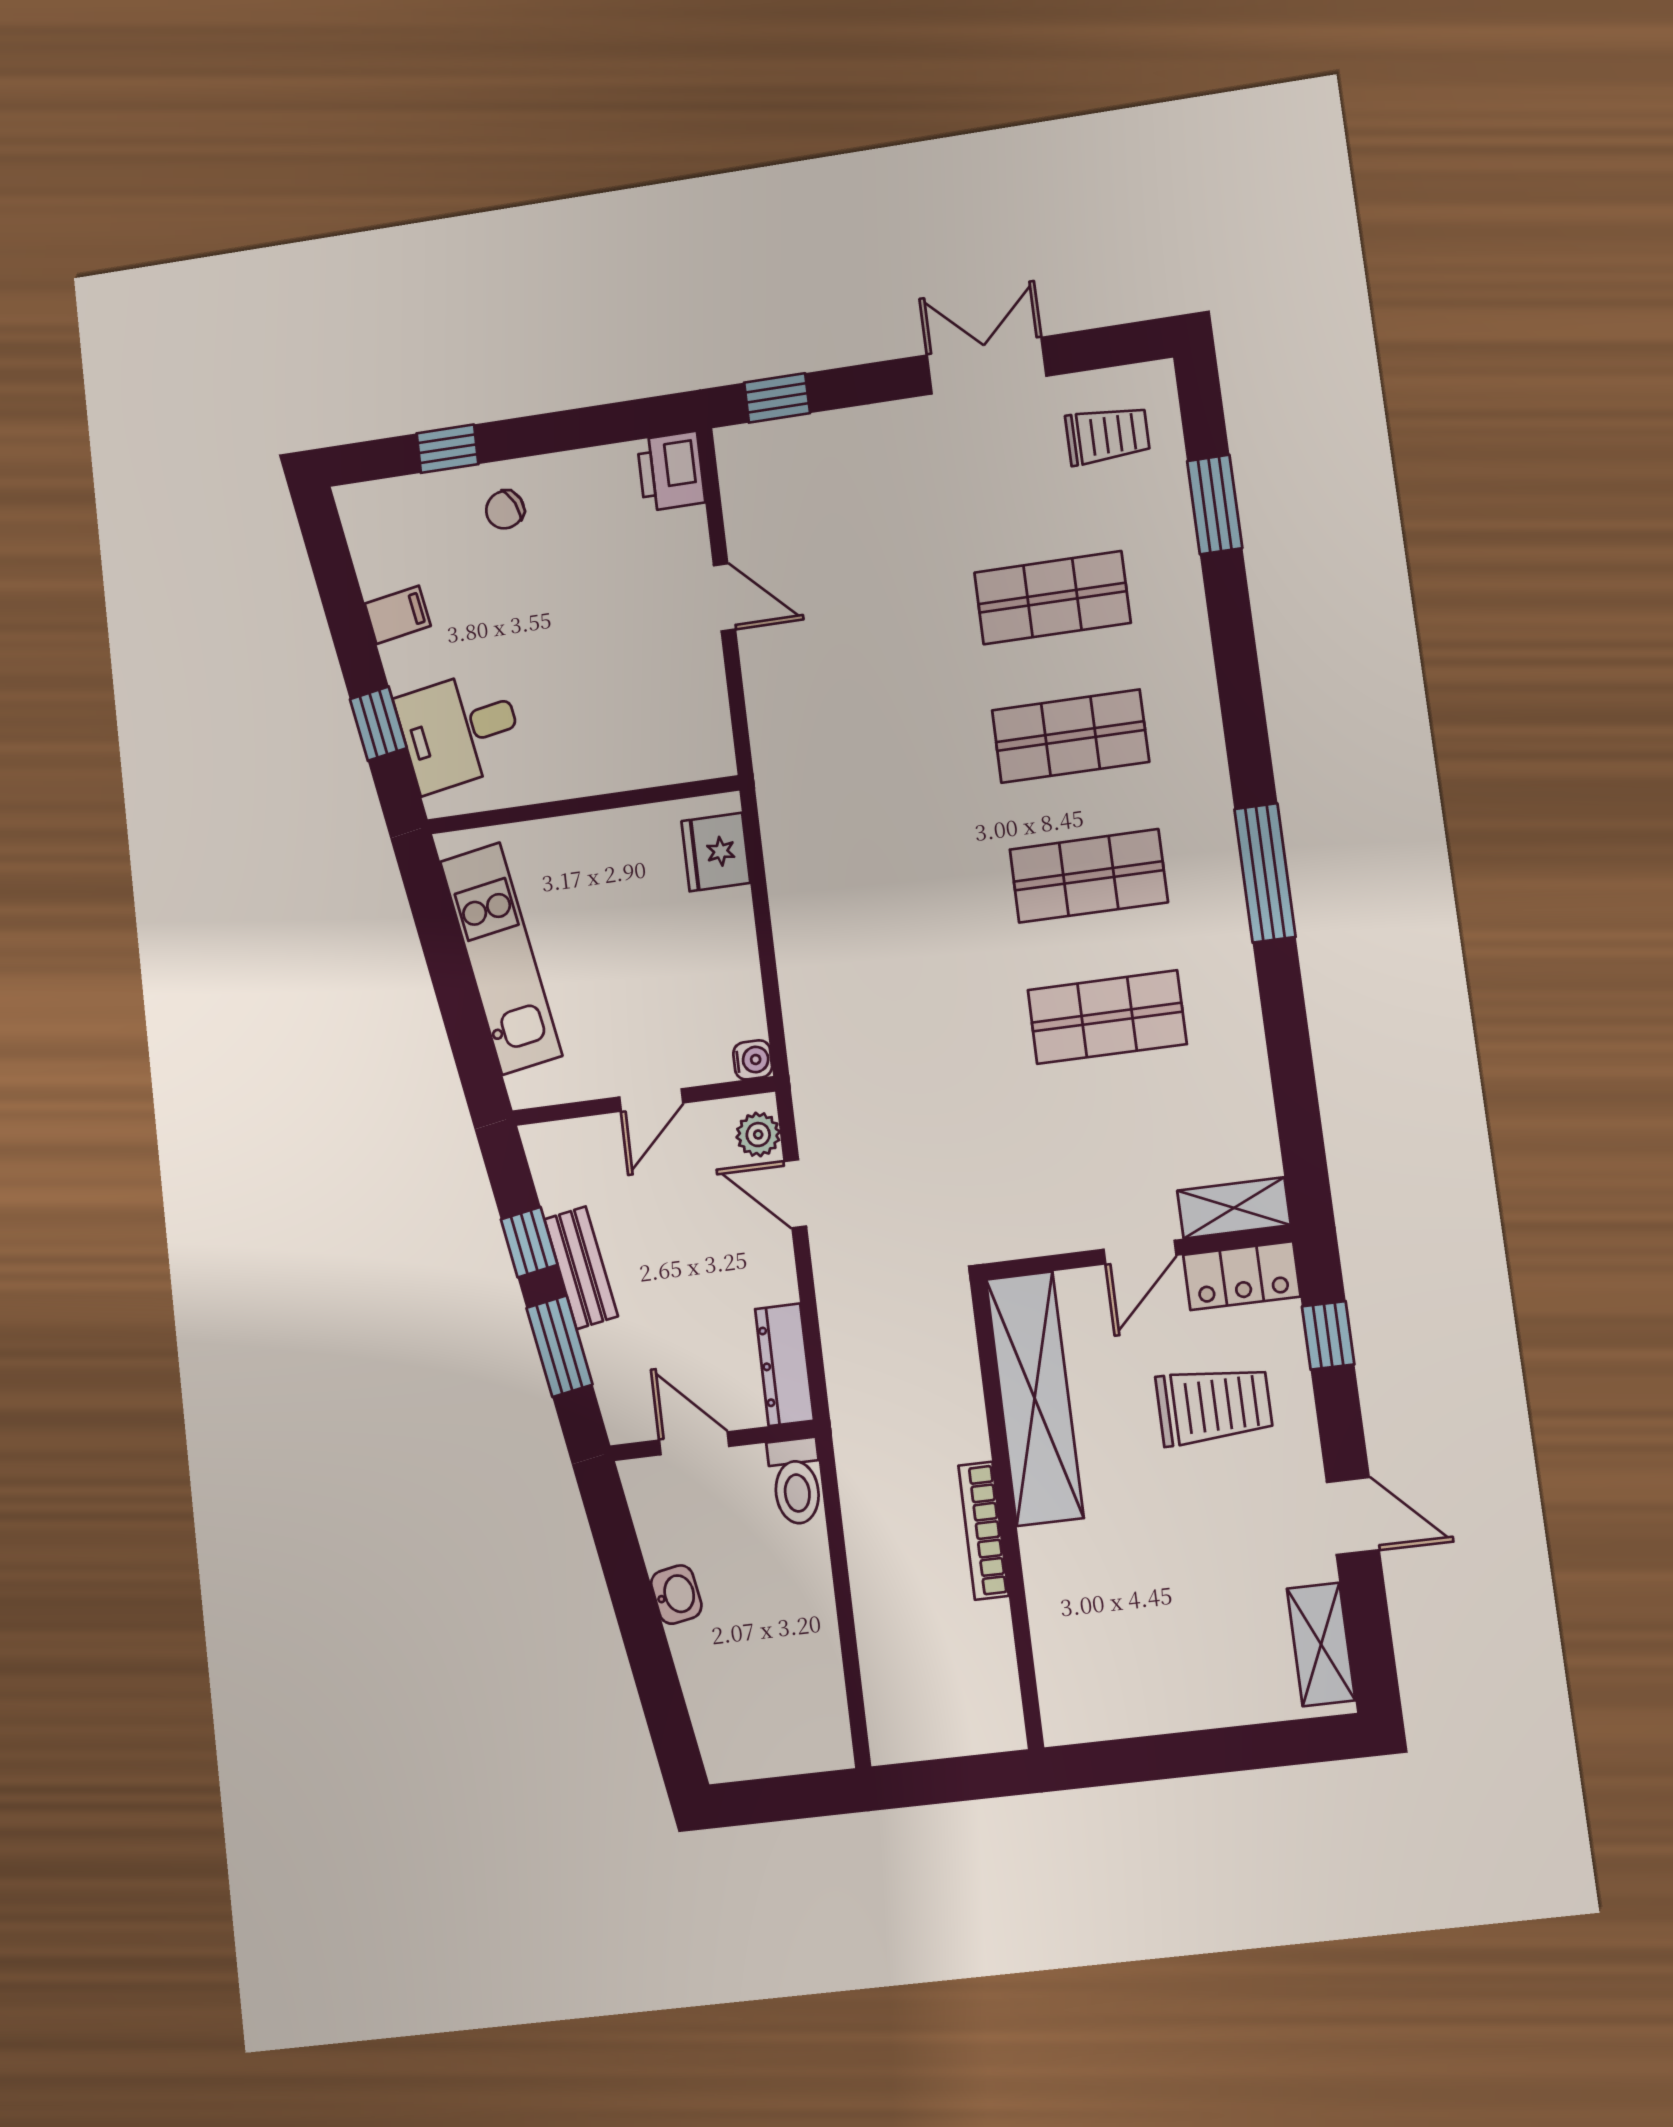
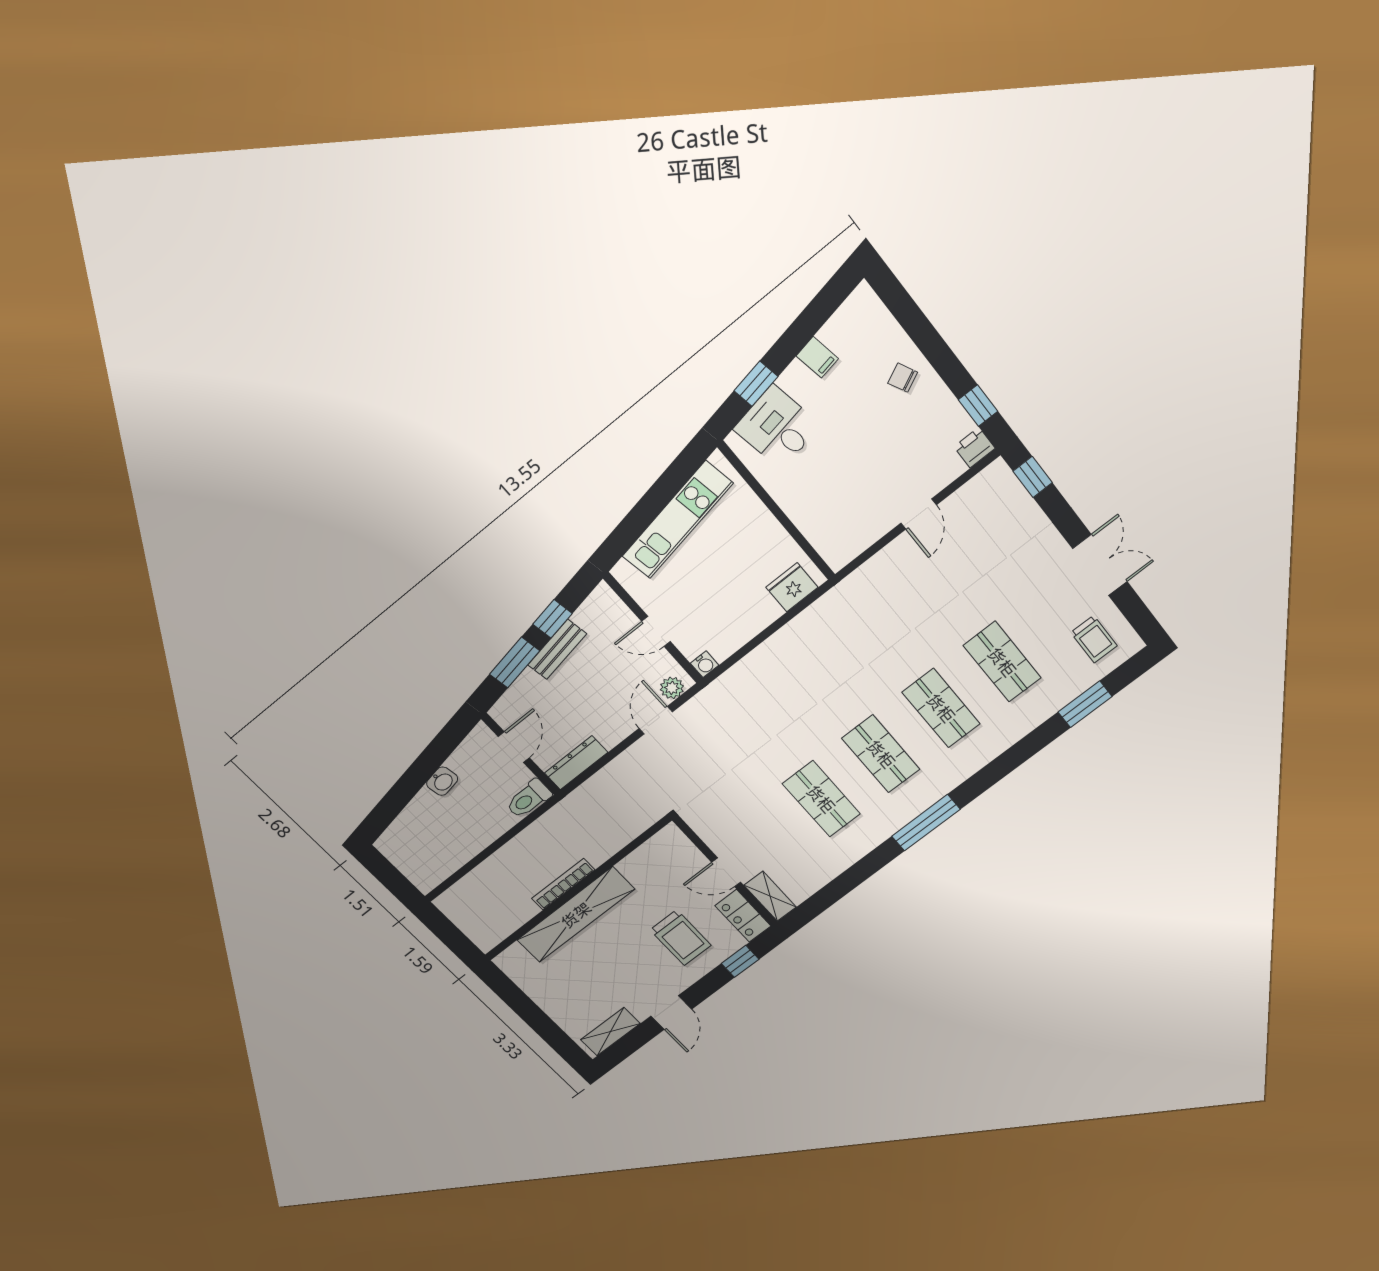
window: (447, 449) -> (978, 406), moved
printer: (671, 471) -> (975, 448), width x0.73, depth x0.81
shelving: (1035, 1398) -> (576, 915), moved

